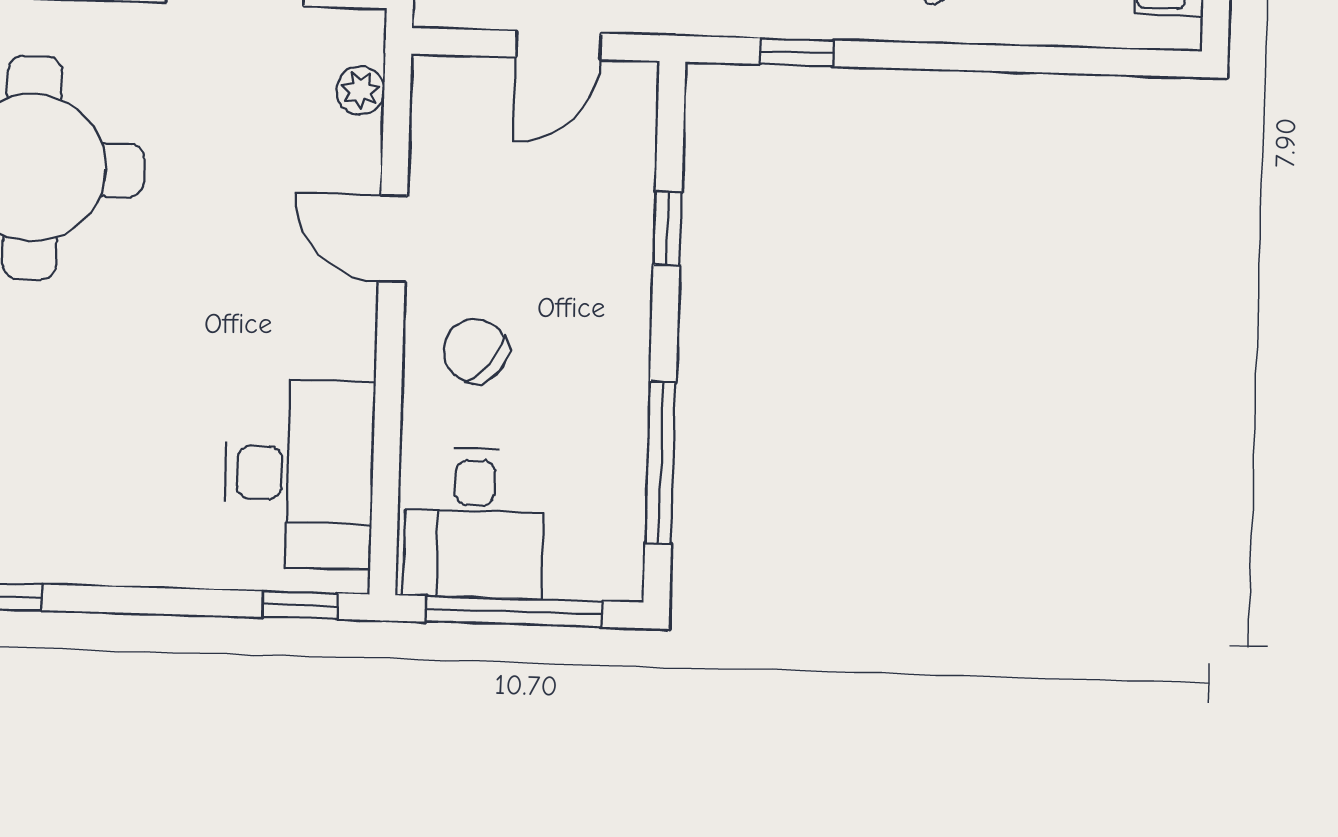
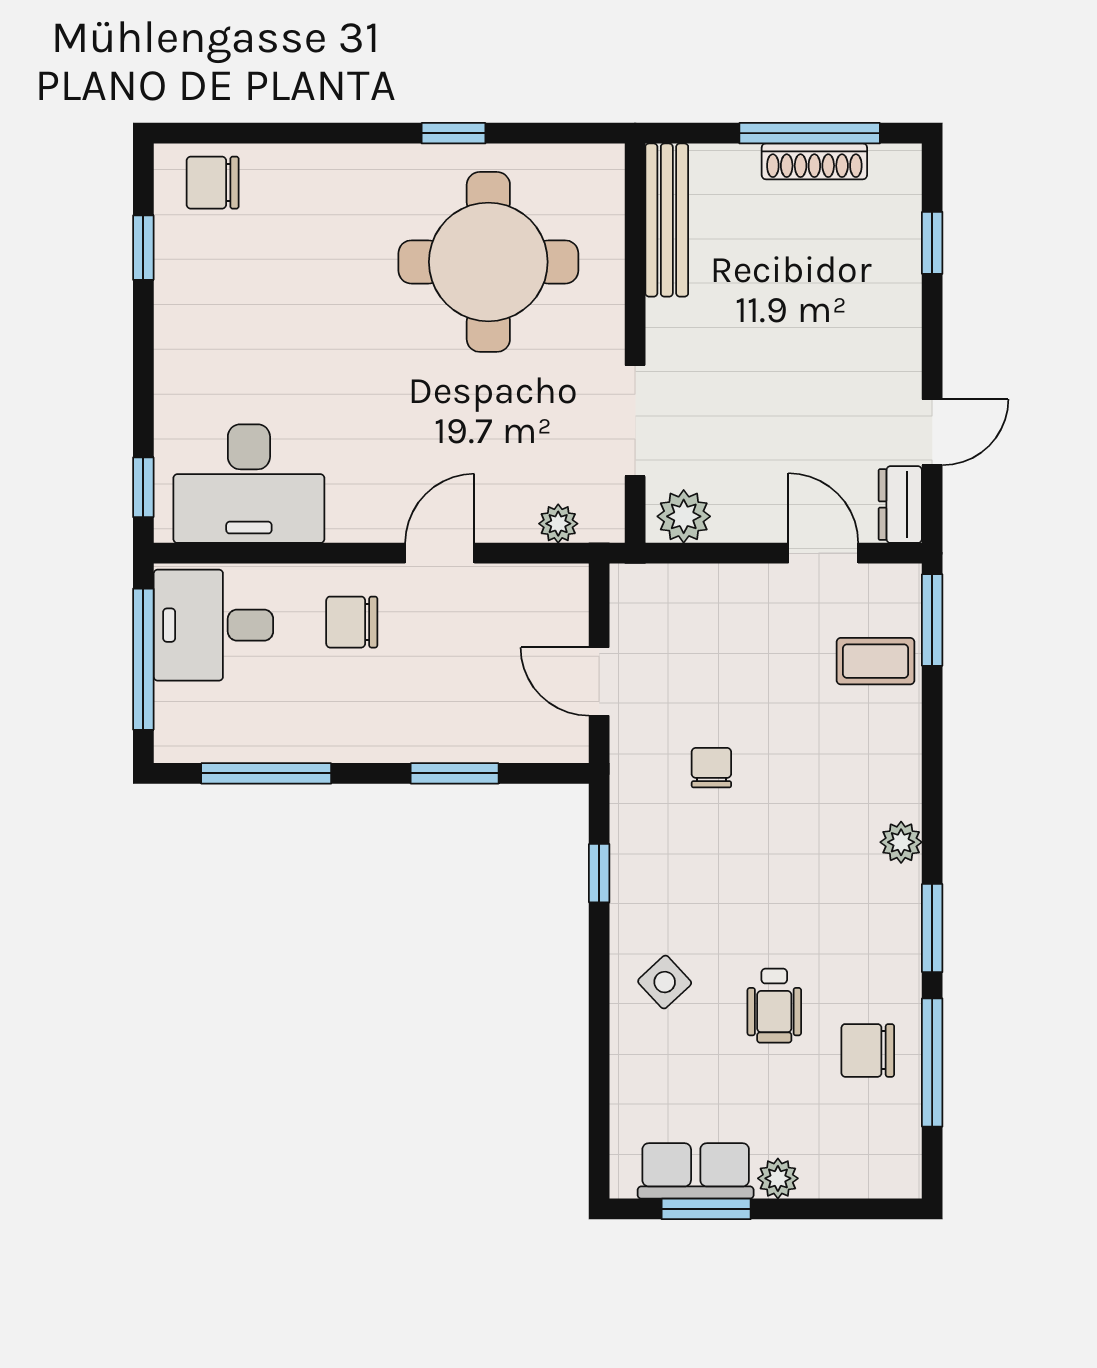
window: (667, 228) -> (455, 773), width x1.50
chair: (475, 351) -> (352, 622), turned -128

